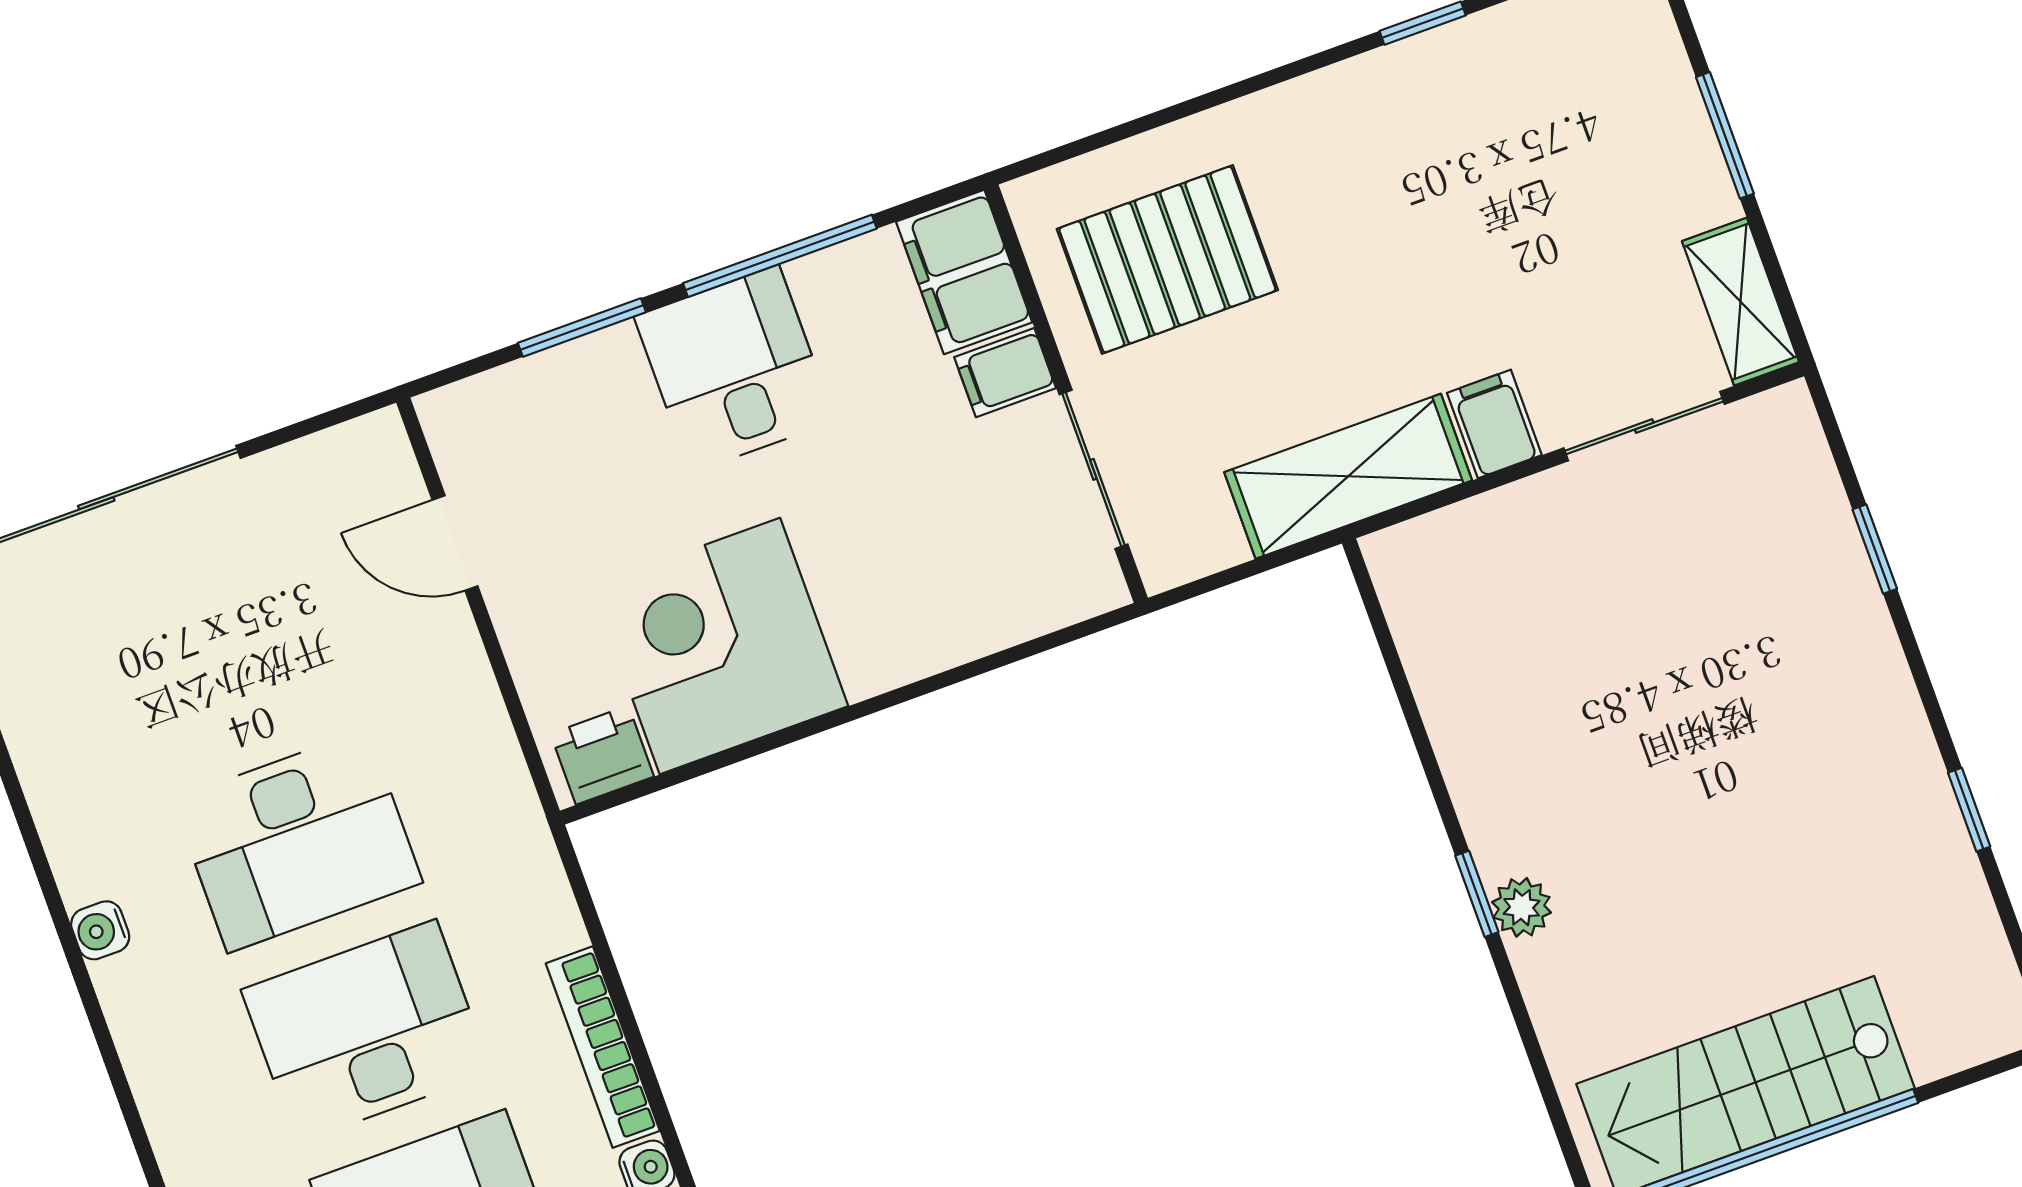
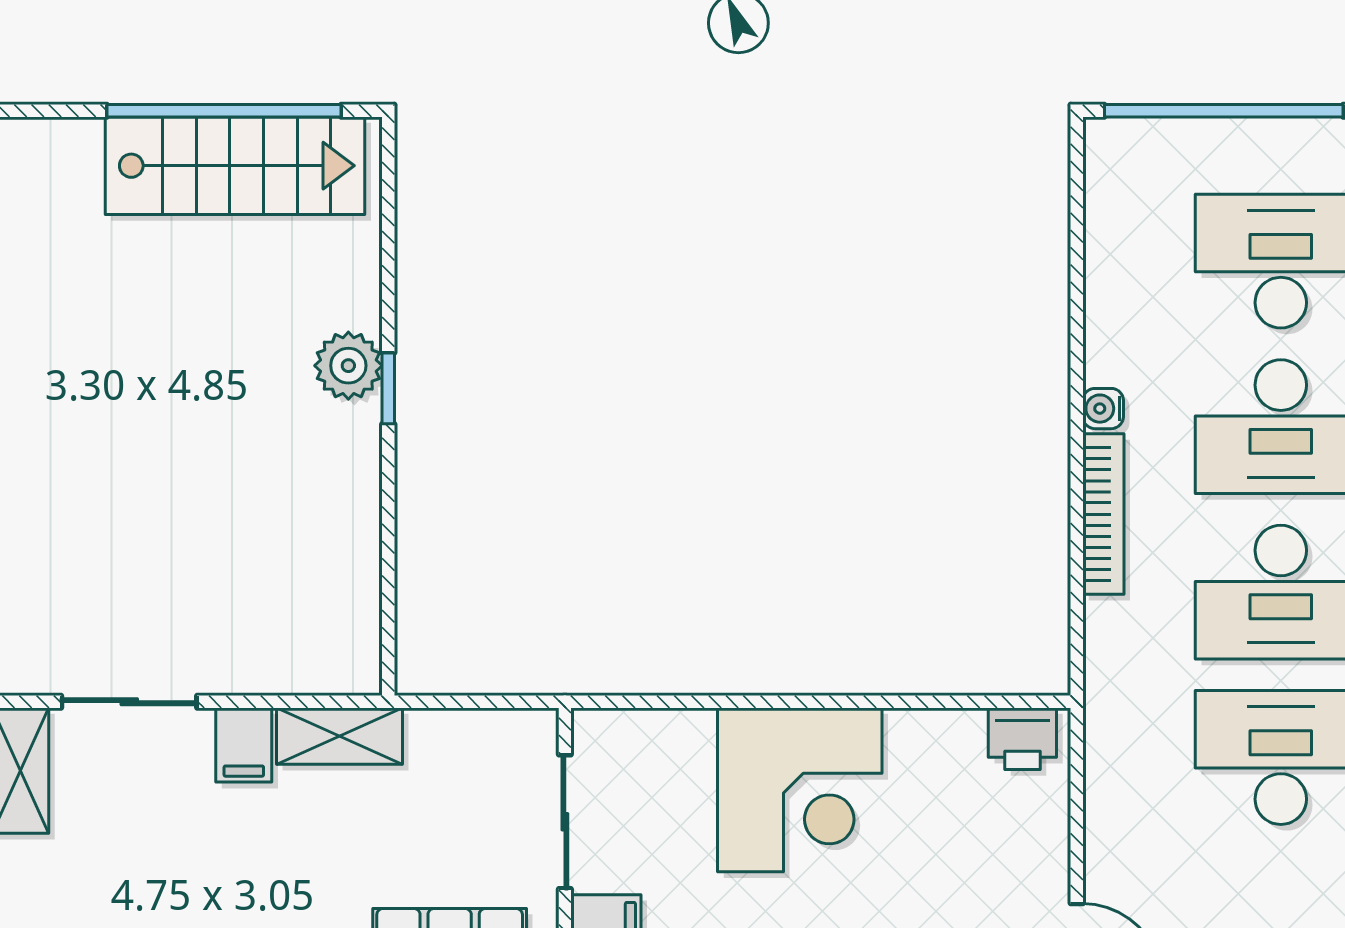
shelving: (1348, 476) -> (339, 736), width x0.67, depth x0.75
corner desk: (720, 646) -> (800, 790), moved
plant: (1522, 907) -> (348, 366), width x1.38, depth x1.38

